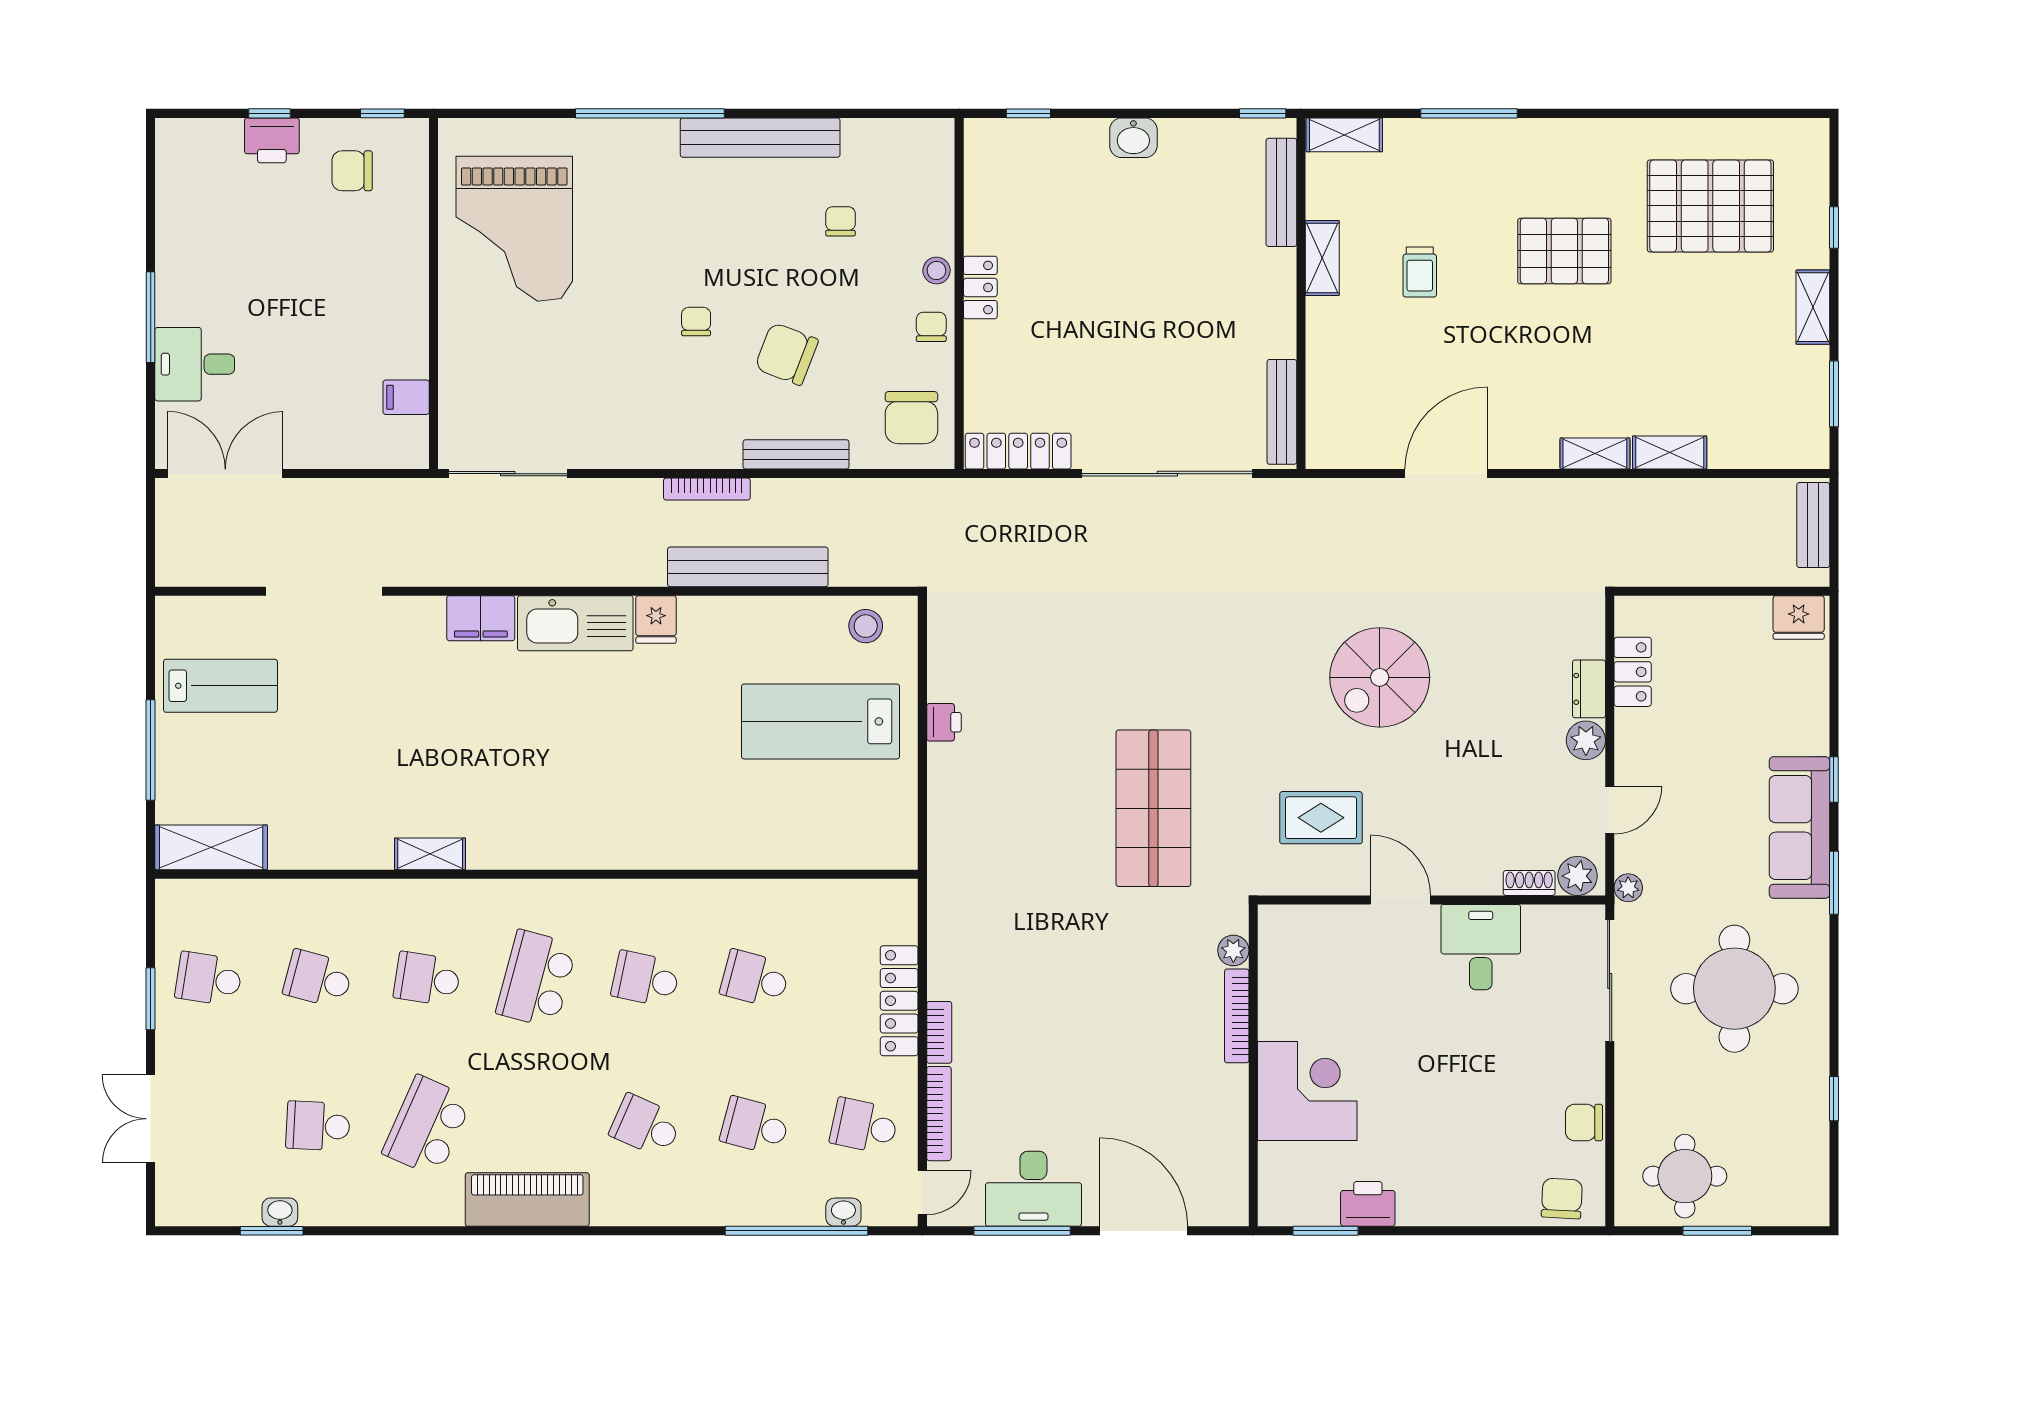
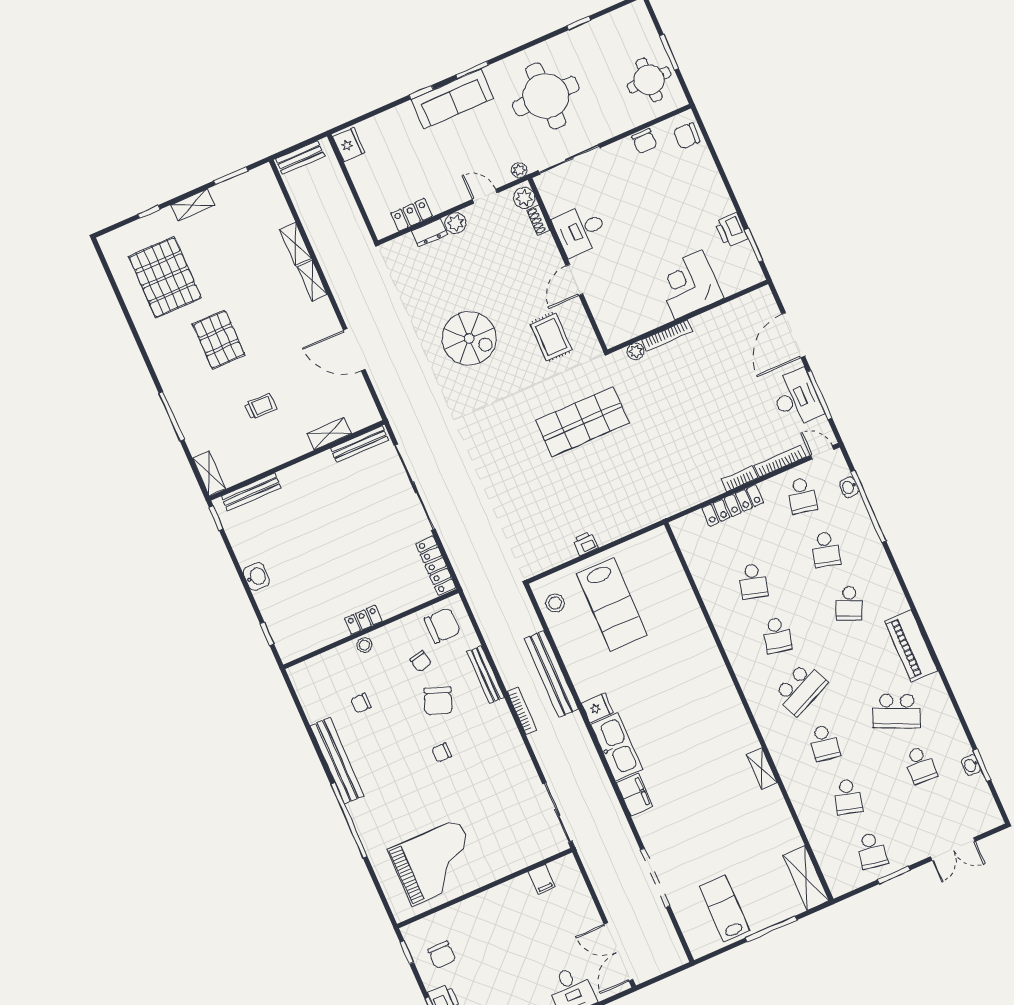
shelving: (1322, 258) -> (329, 434), moved
chair: (931, 327) -> (421, 661), moved, turned -102
school desk: (536, 979) -> (800, 689), turned -39

